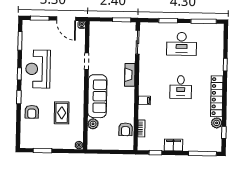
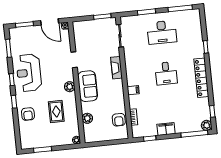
plant: (79, 89) -> (70, 87), added
sofa: (97, 96) -> (88, 86), width x0.73
plant: (217, 123) -> (207, 125), moved

